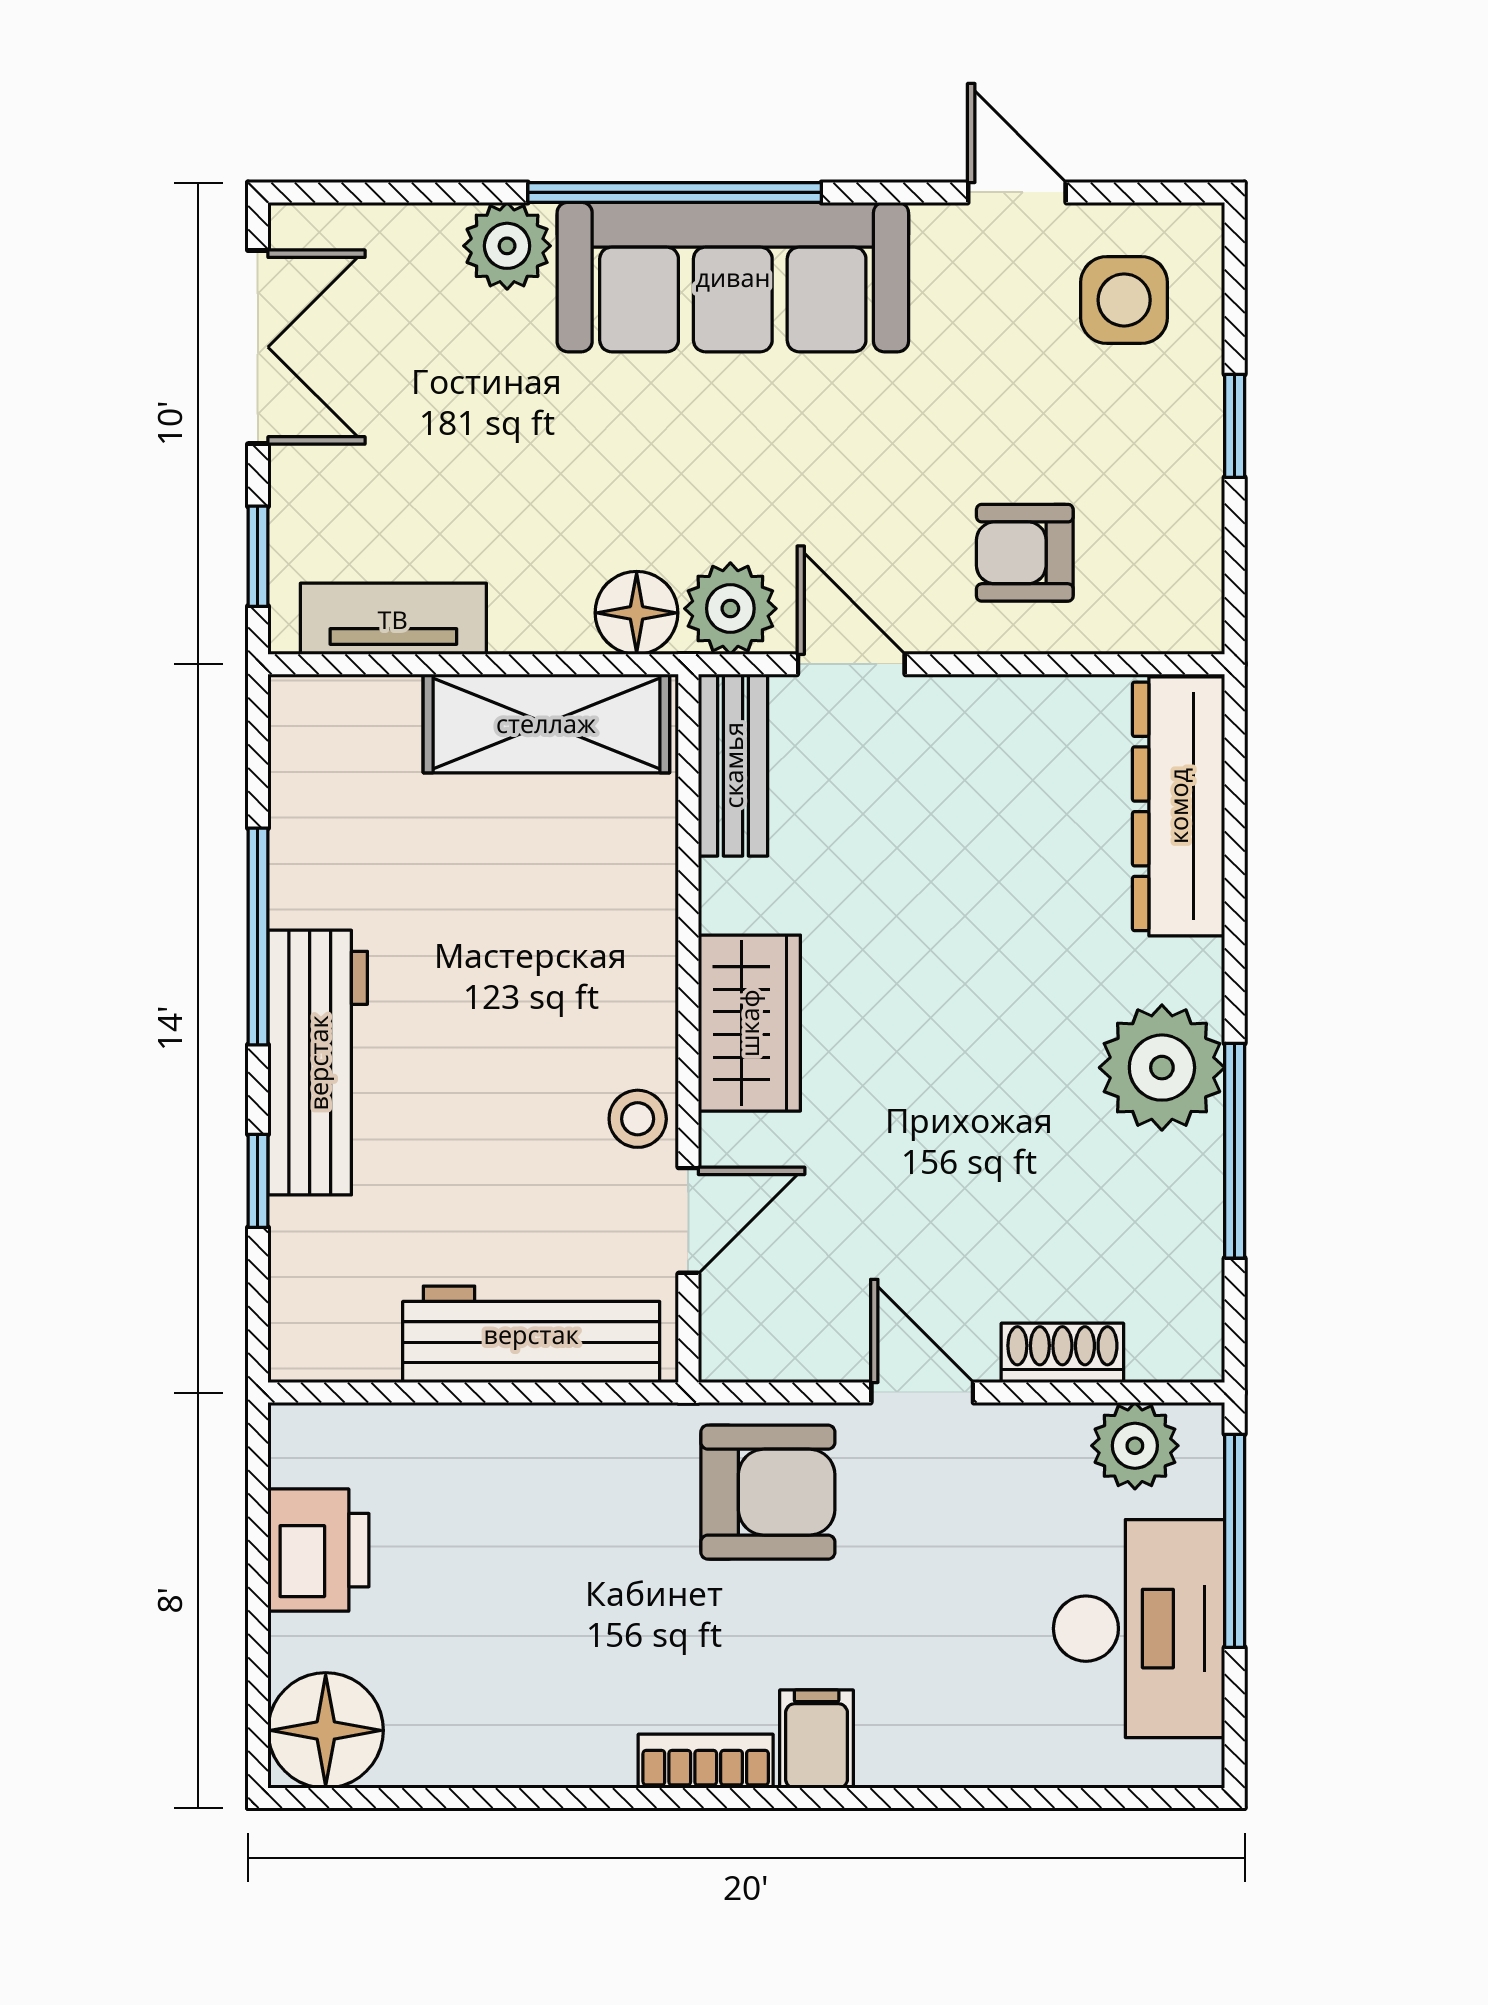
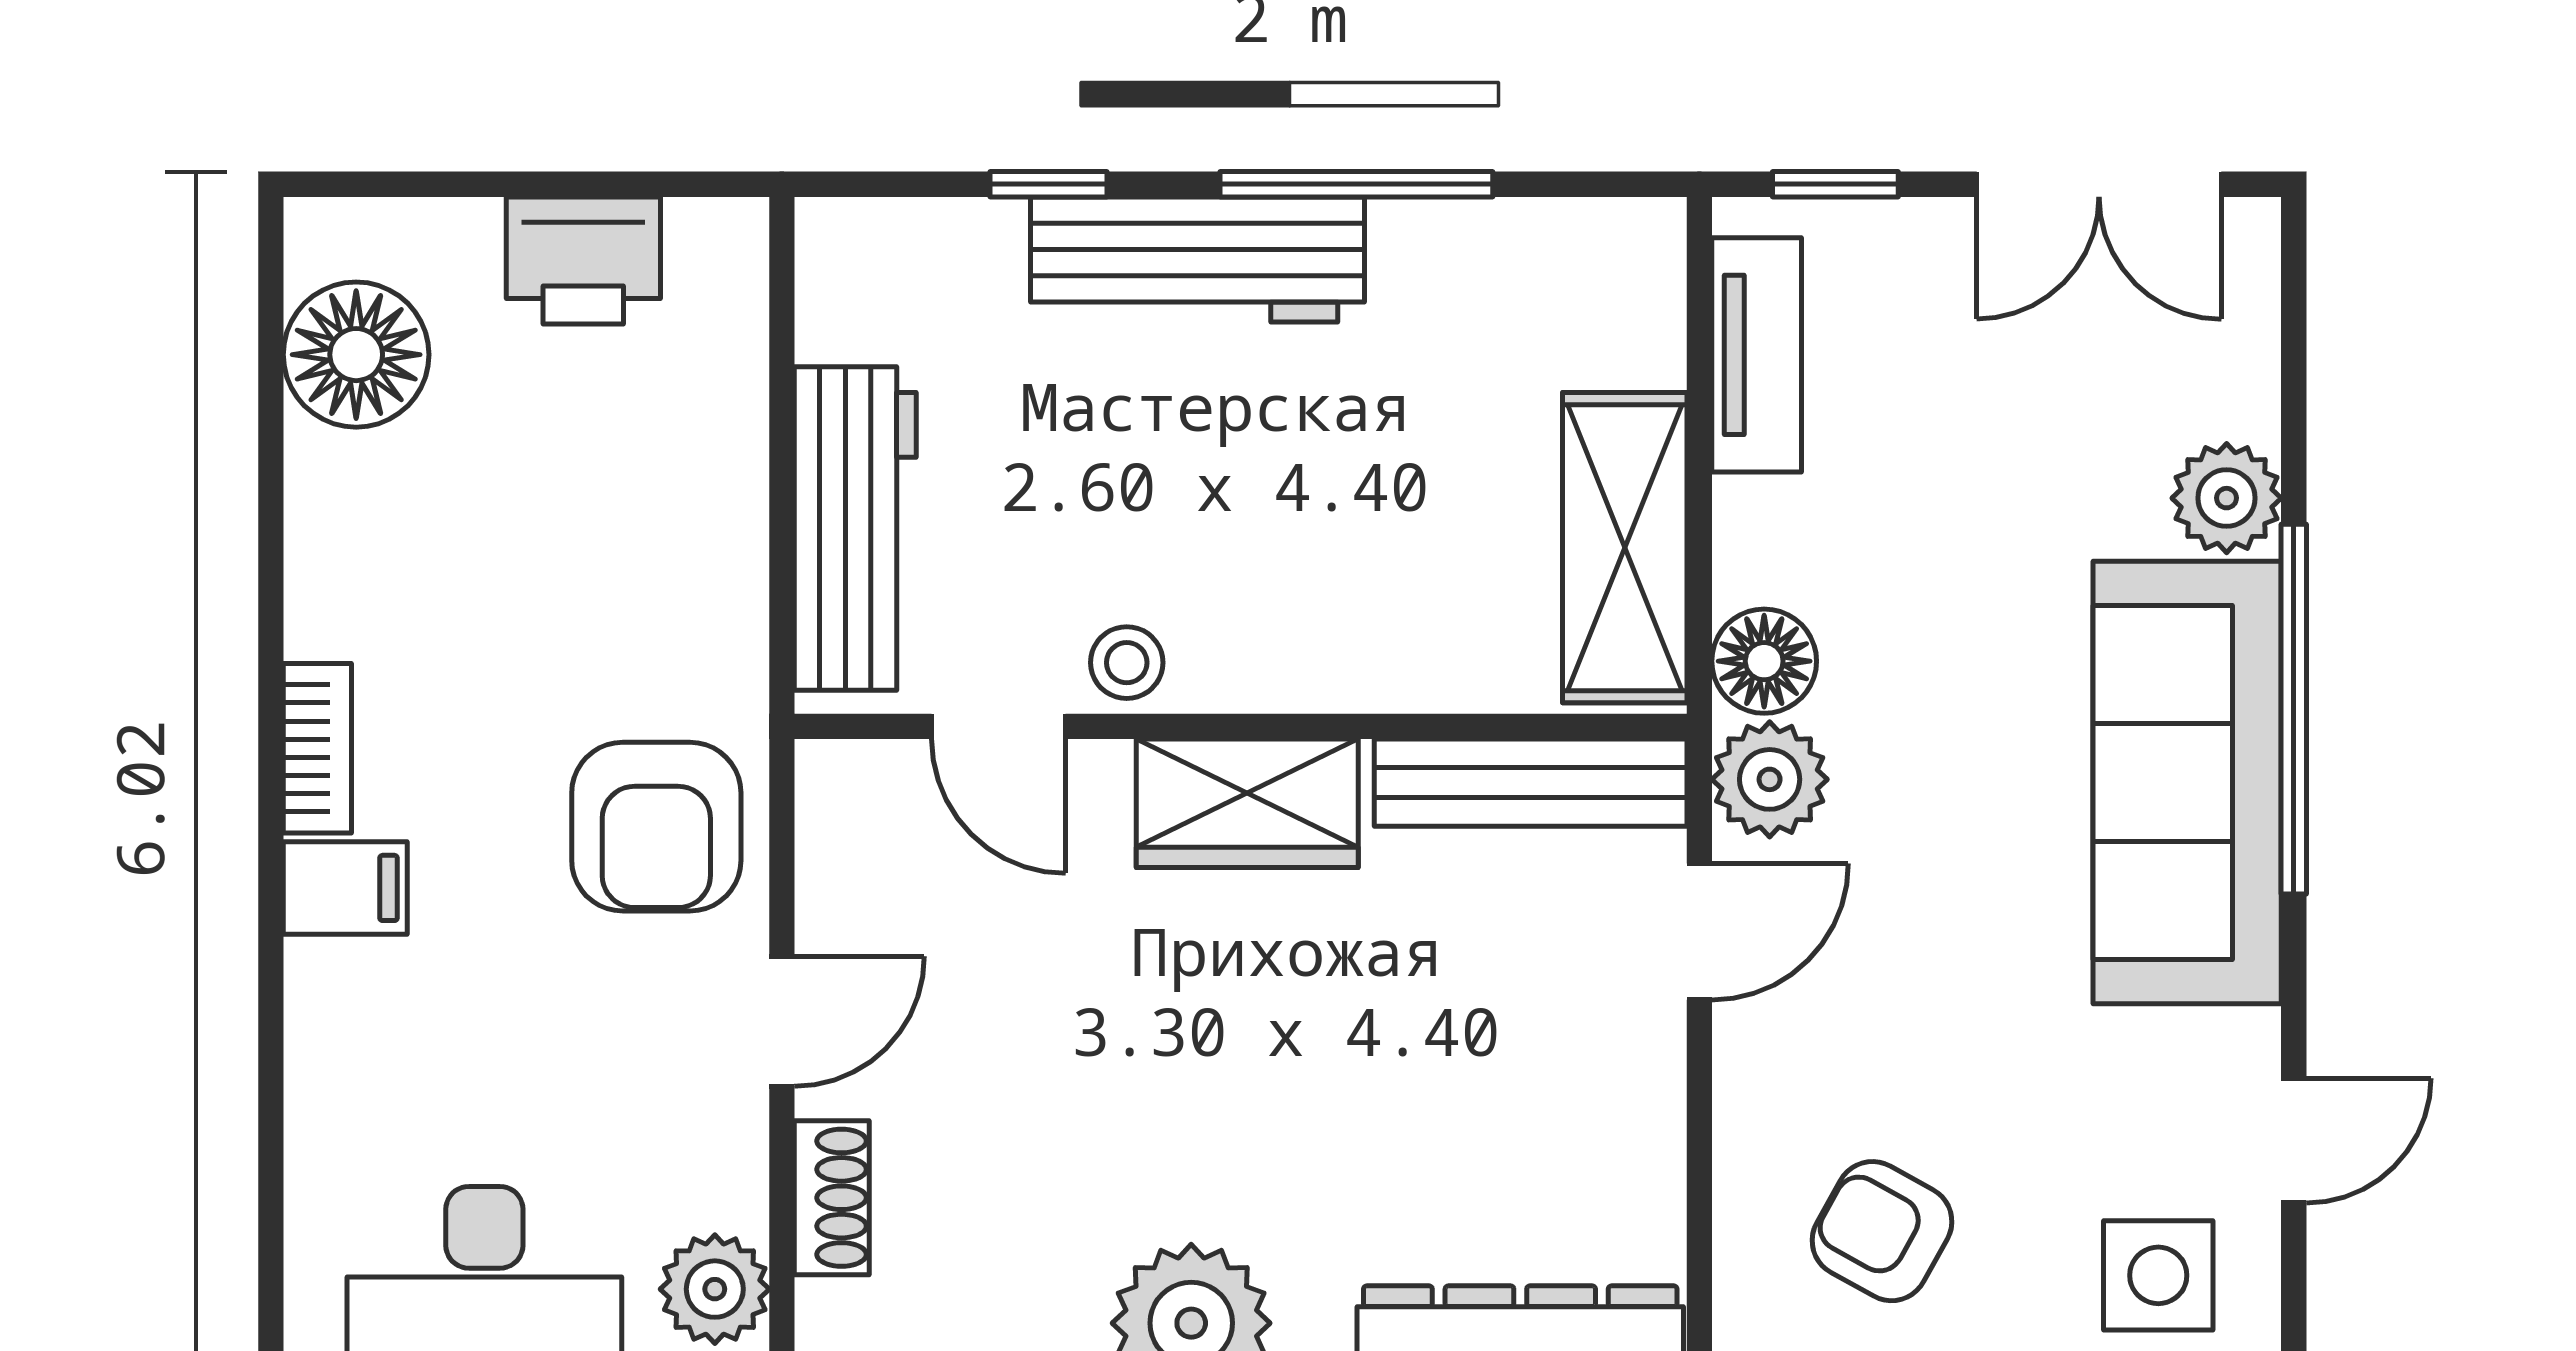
armchair: (1025, 553) -> (1882, 1231), moved, turned -61
bench: (733, 765) -> (1531, 783), width x1.36
floor lamp: (326, 1730) -> (356, 355), moved

